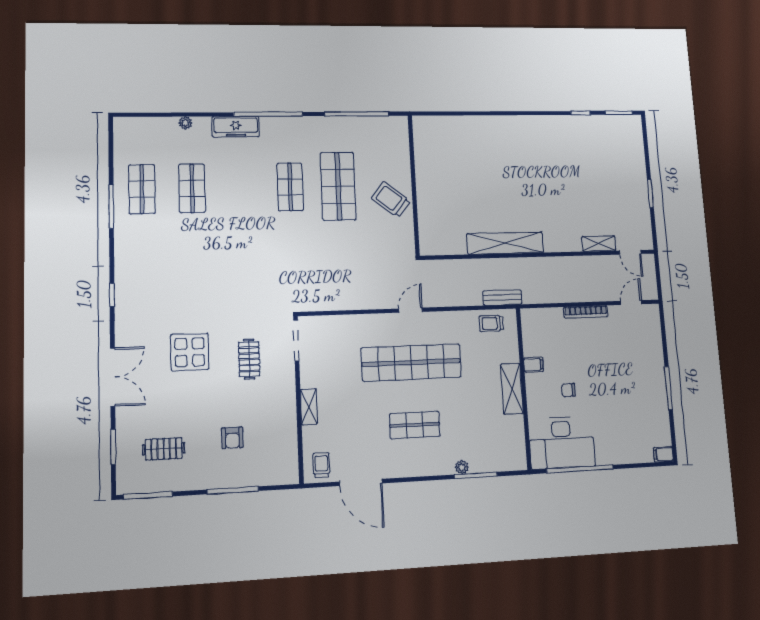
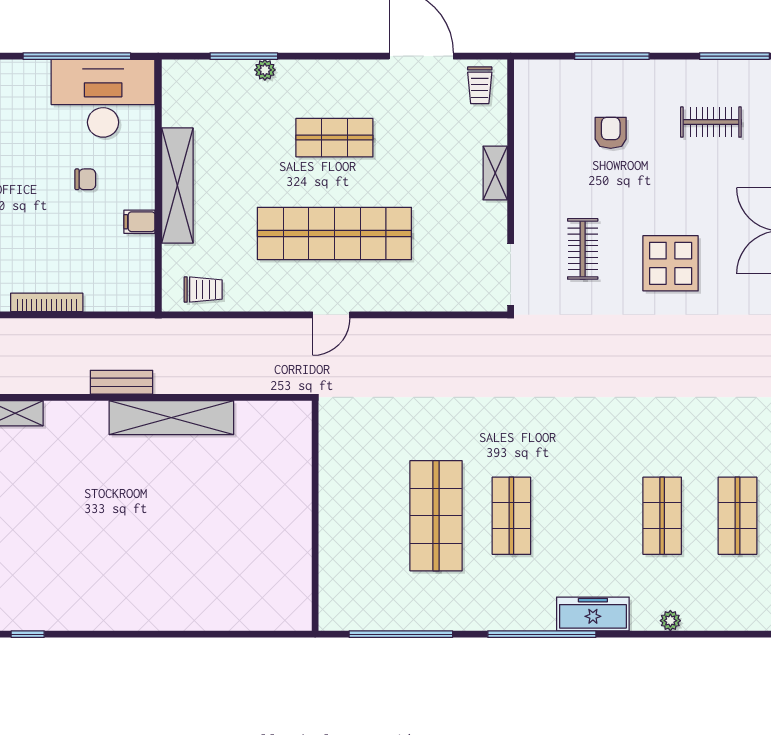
trolley: (391, 199) -> (353, 493), removed
bench: (502, 298) -> (122, 382), moved
shelving: (512, 389) -> (177, 186), width x1.47

